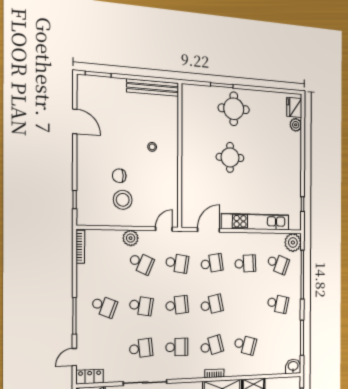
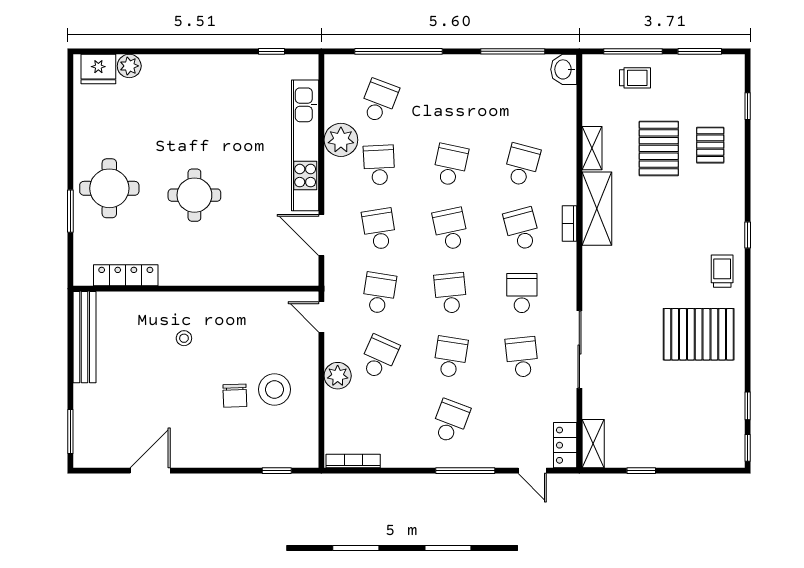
locker: (187, 115) -> (126, 275), added
plant: (293, 243) -> (341, 140), moved
school desk: (278, 304) -> (450, 165), moved

